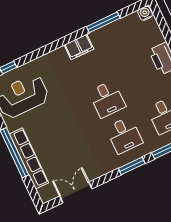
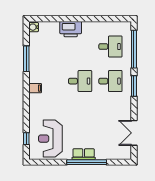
filing cabinet: (79, 47) -> (35, 88), width x0.50
row of seats: (29, 158) -> (84, 154), width x0.50

